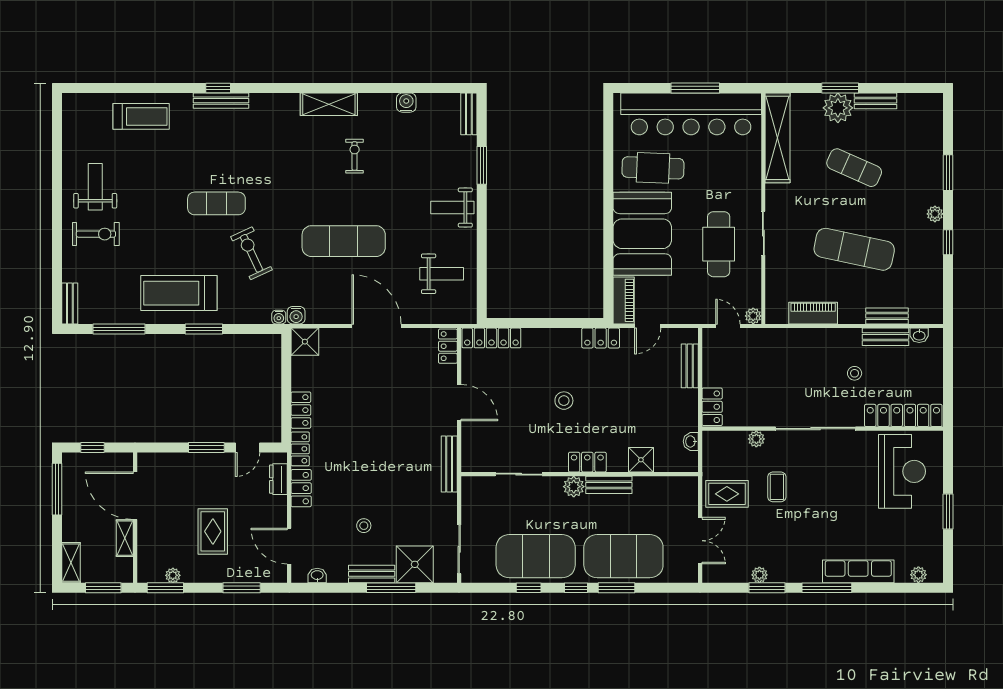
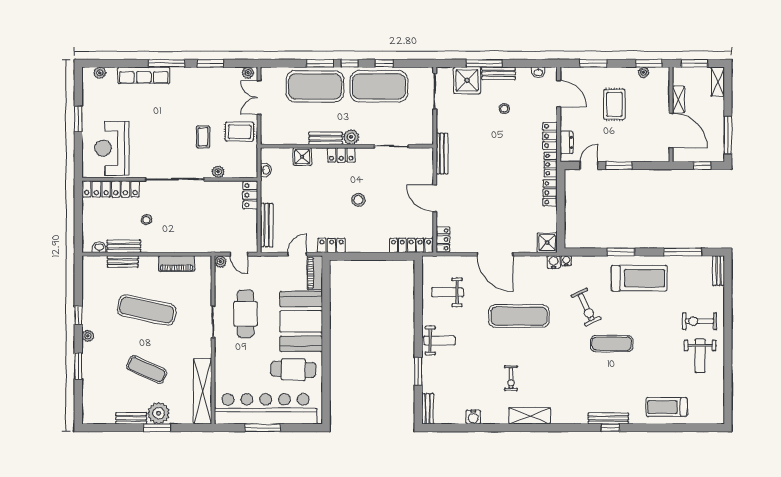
bench: (690, 366) -> (267, 225), width x1.36
plant: (759, 575) -> (248, 73), moved

